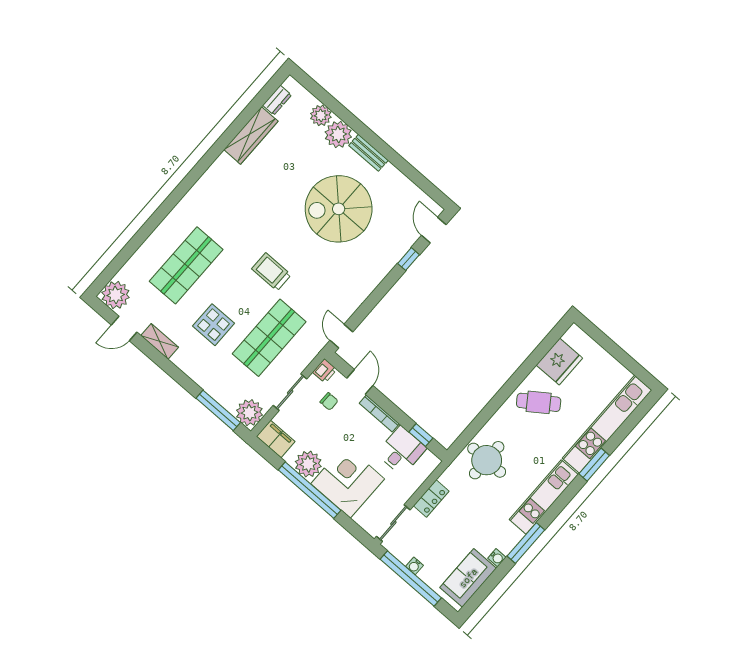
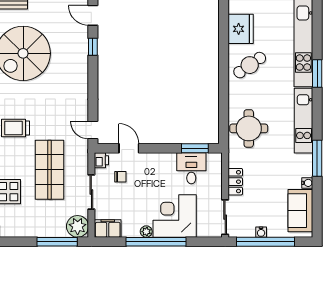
bookcase: (379, 413) -> (158, 157), removed
window: (421, 435) -> (195, 148), width x1.50
plant: (308, 464) -> (146, 232), width x0.53, depth x0.53

